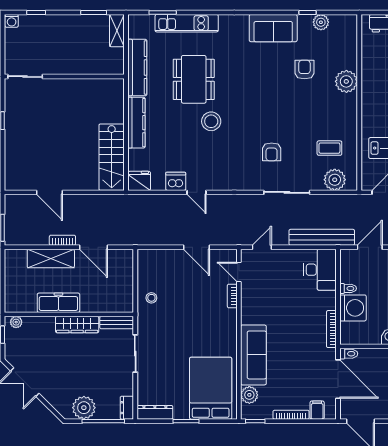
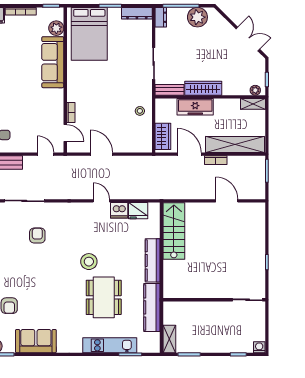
fridge: (139, 181) -> (138, 211), moved
door: (262, 247) -> (46, 154), swing flipped
shelving: (51, 259) -> (235, 144), width x1.47
wardrobe: (124, 268) -> (163, 136), added
freezer: (58, 303) -> (195, 107), moved
shelving: (19, 306) -> (253, 104), added

